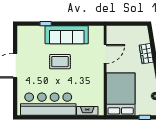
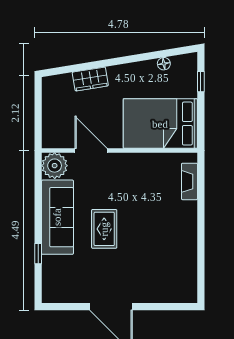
plant: (96, 33) -> (55, 166), added
bar counter: (48, 104) -> (178, 249), removed

